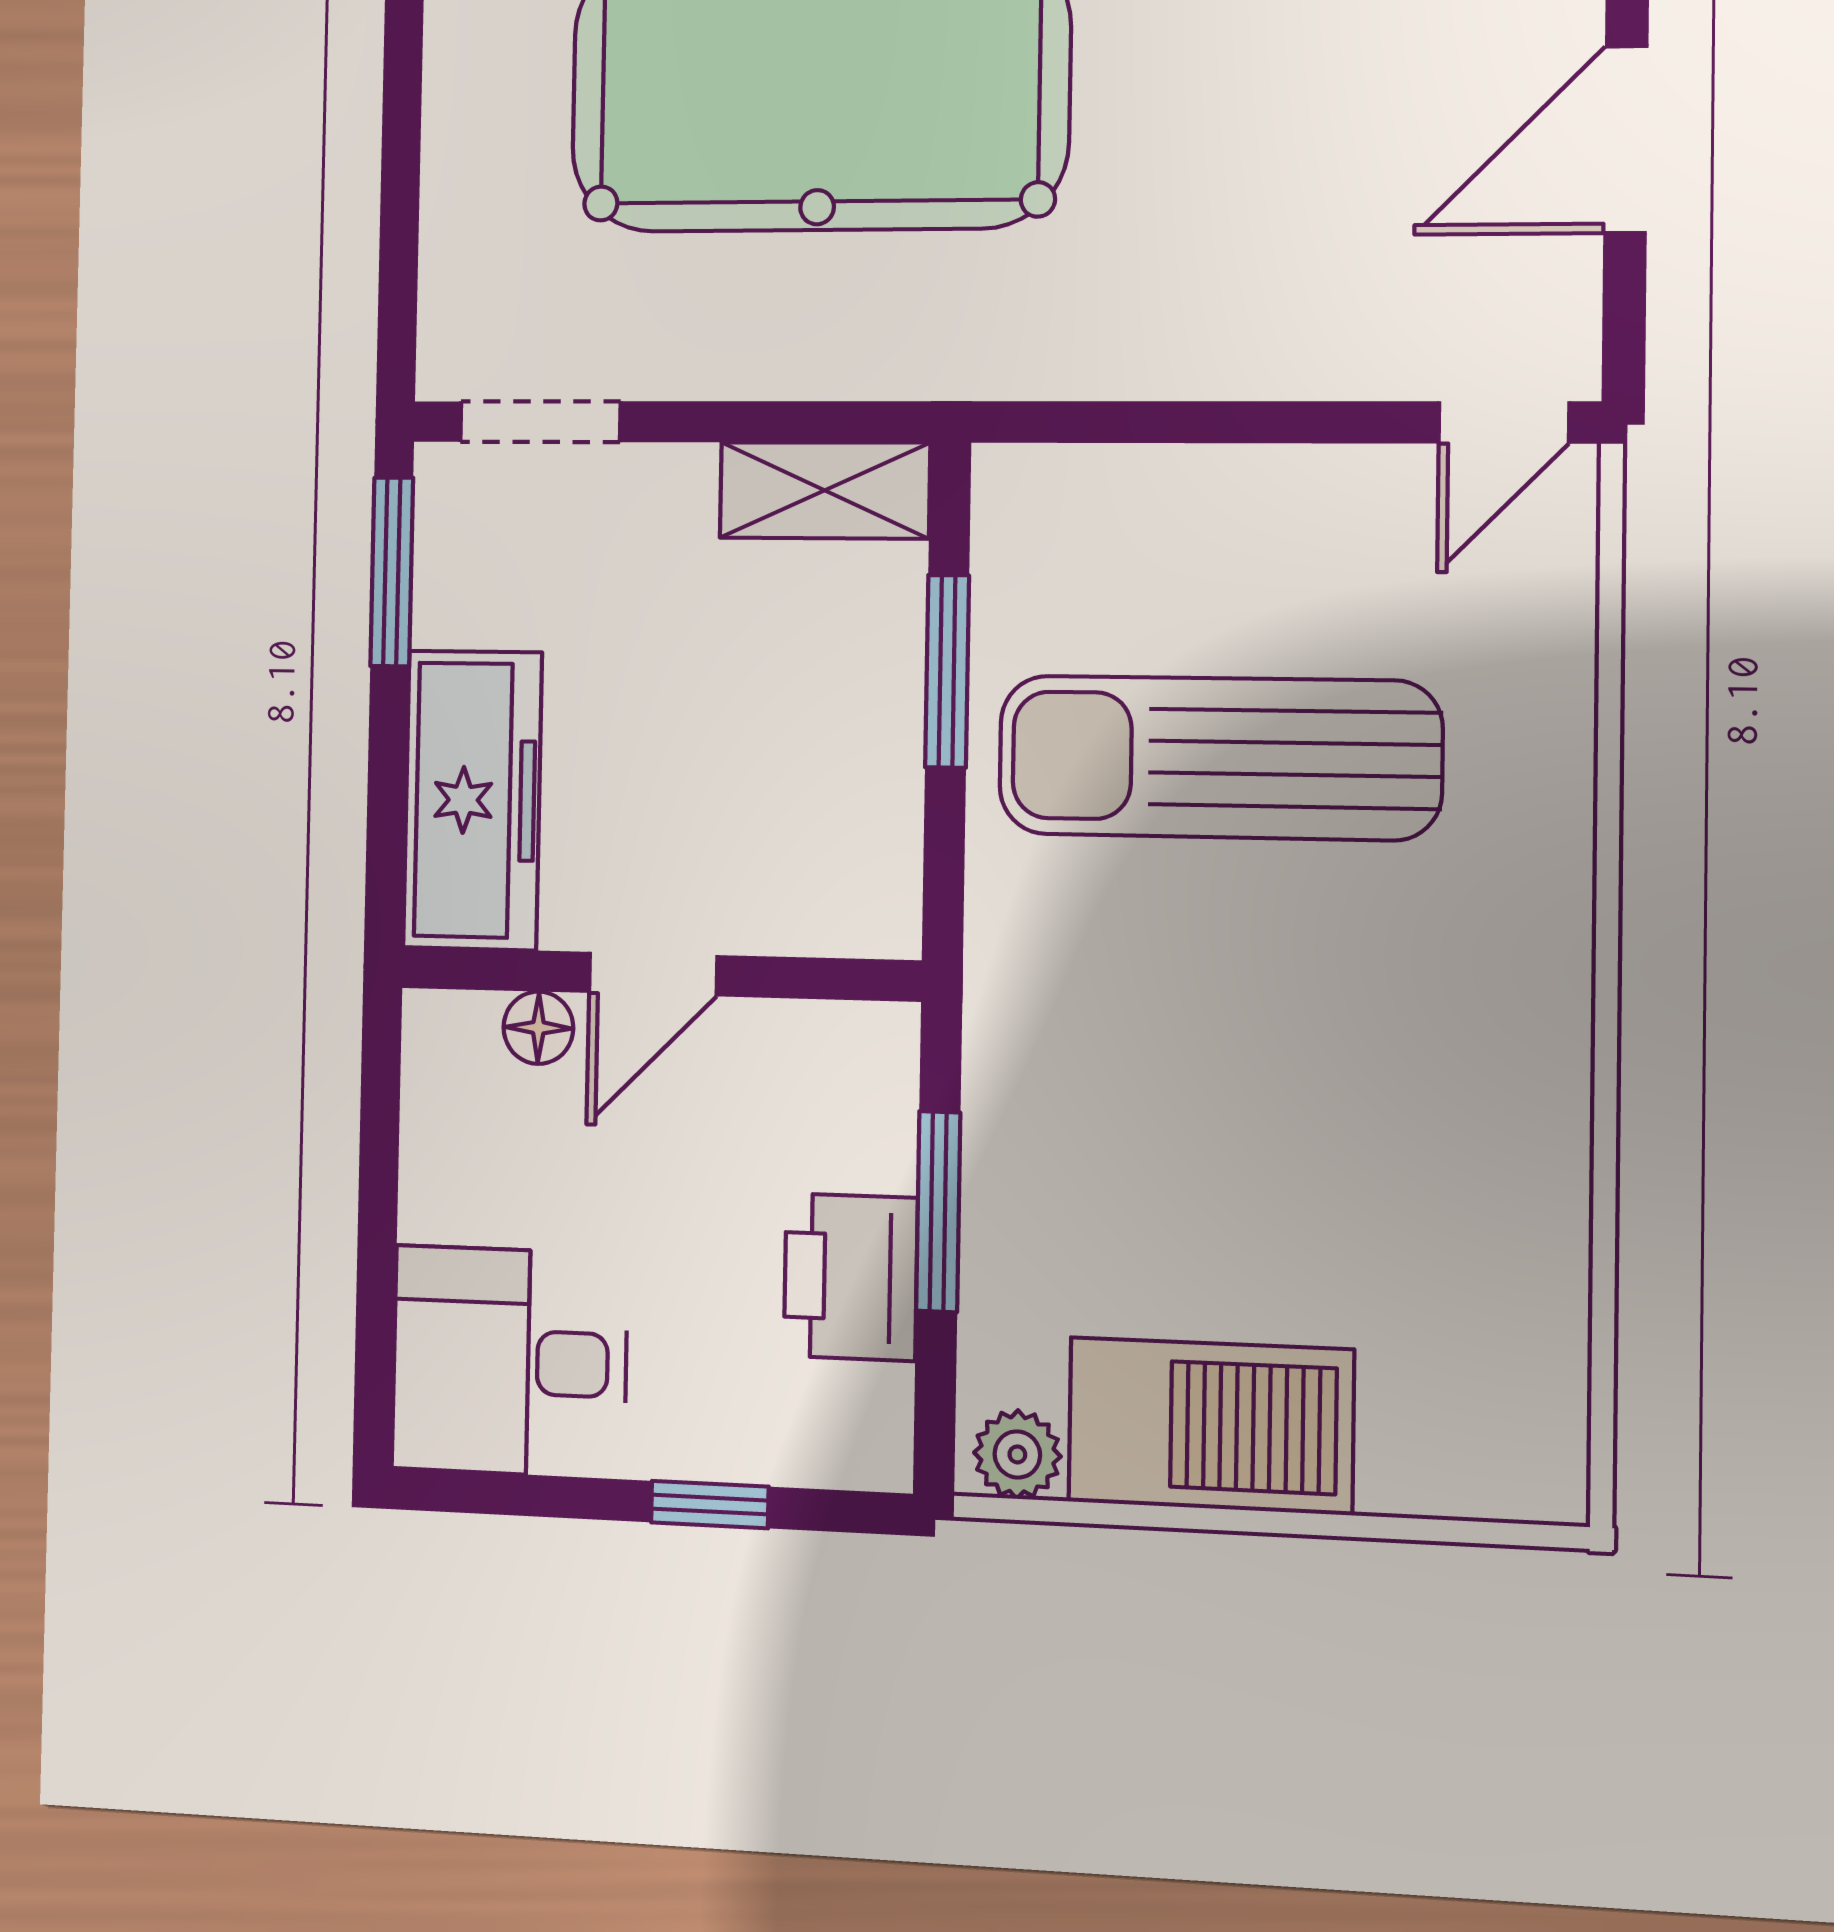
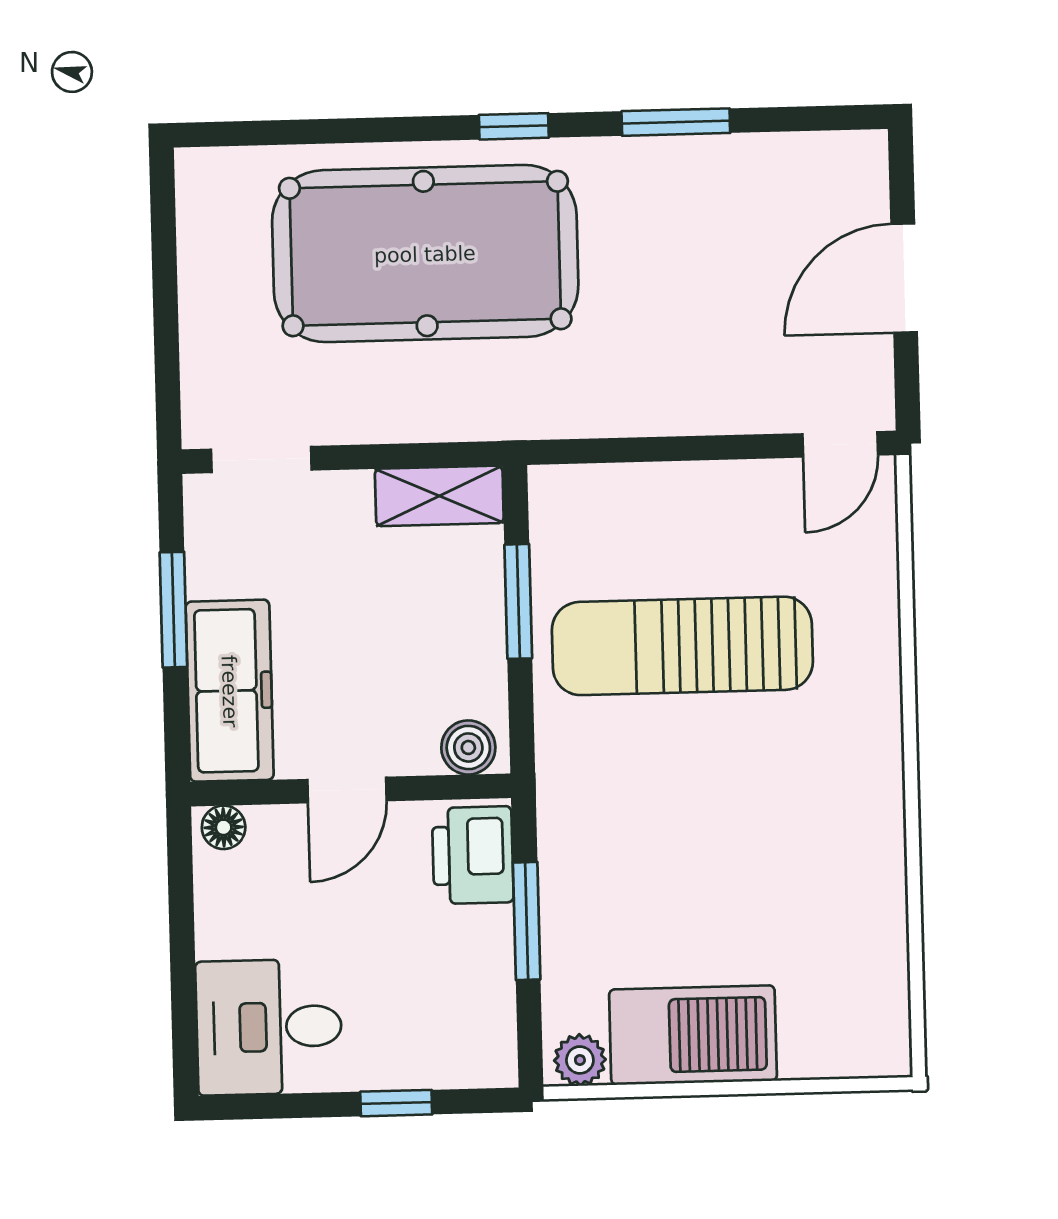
window: (392, 572) -> (173, 610), moved
boiler: (854, 913) -> (468, 747), added
floor lamp: (538, 1028) -> (224, 827), moved
printer: (851, 1277) -> (473, 855), moved

